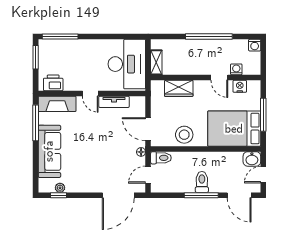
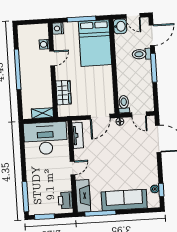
washing machine: (255, 45) -> (23, 30), removed
nightstand: (240, 86) -> (58, 28), moved
tv unit: (114, 102) -> (78, 135), moved
stool: (184, 135) -> (103, 86), removed
toilet: (202, 182) -> (142, 54), moved

